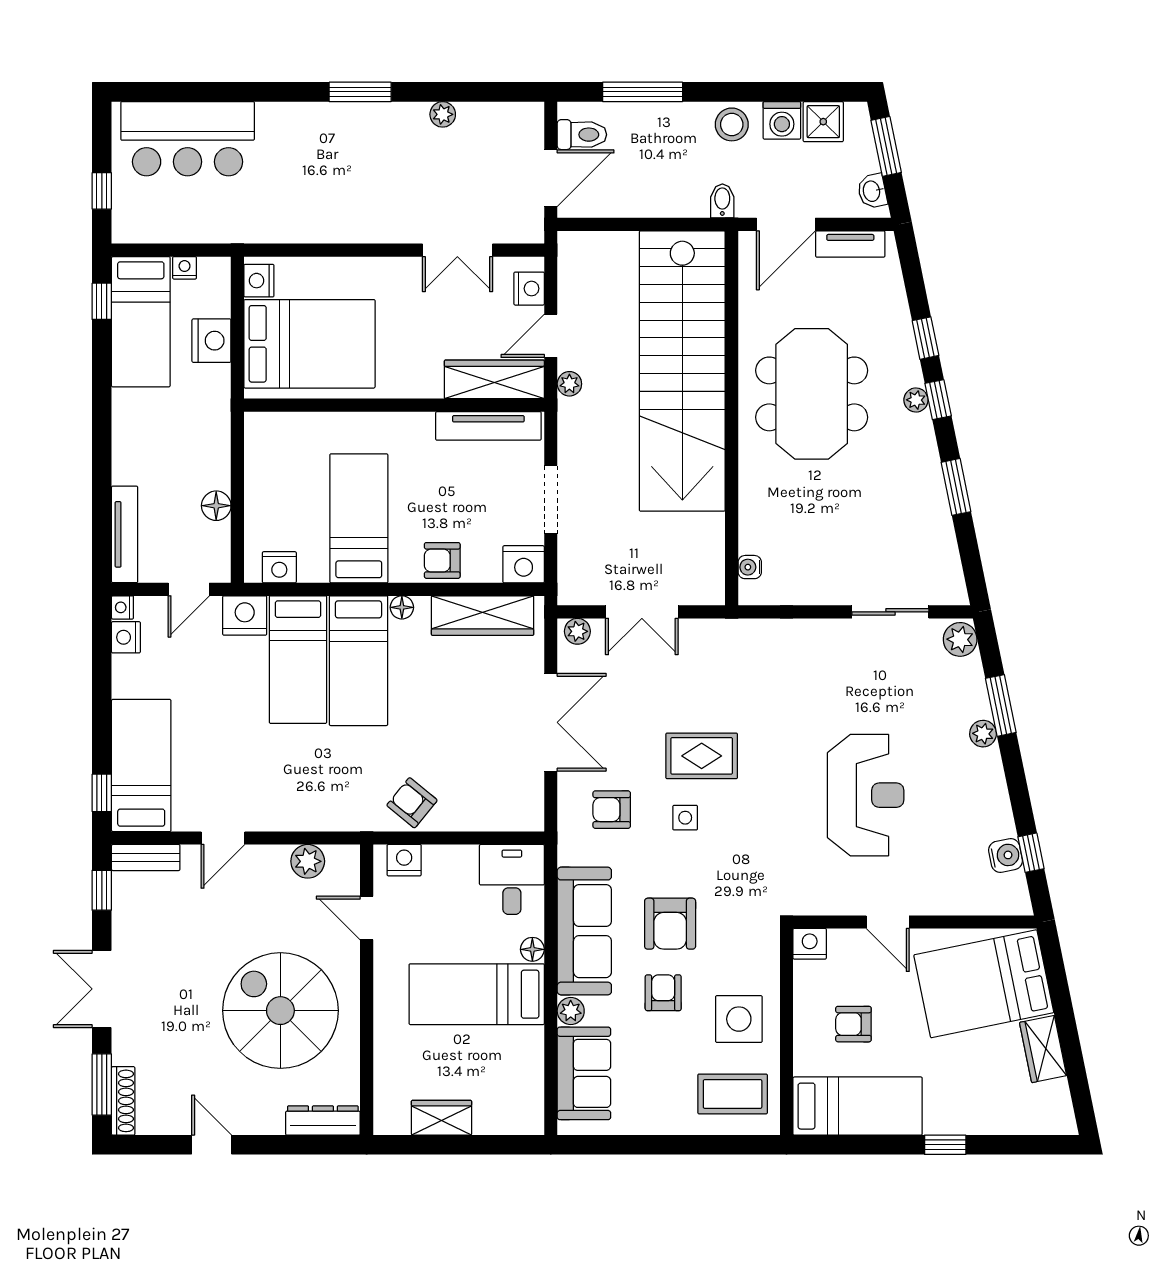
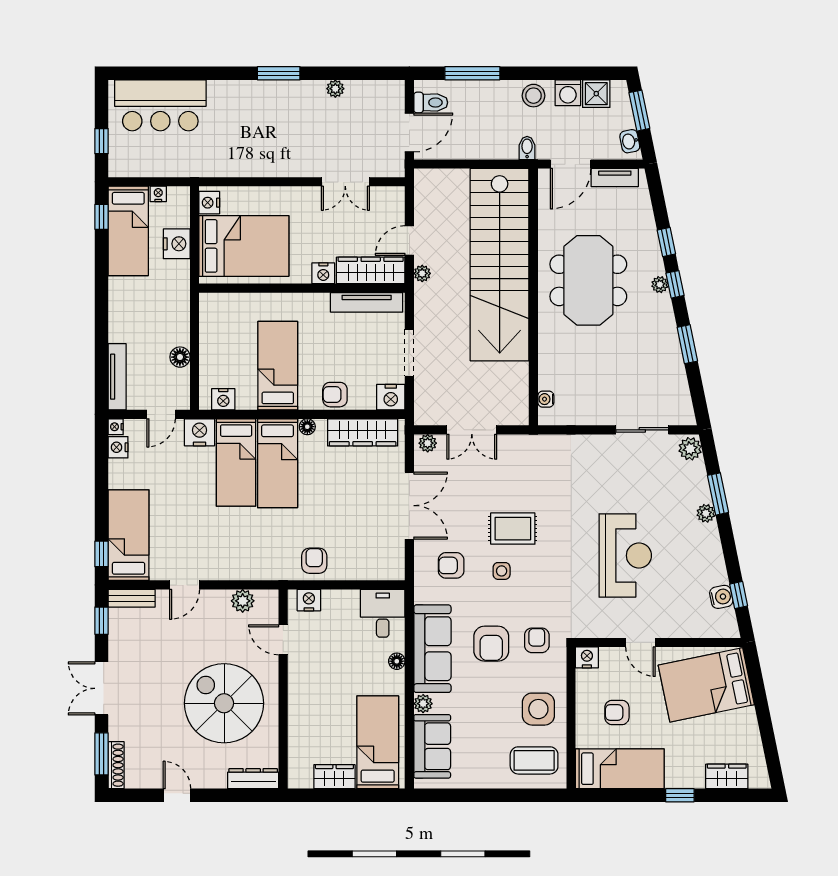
nightstand: (529, 289) -> (323, 273), moved, turned 90
armchair: (412, 803) -> (314, 561), turned 51
armchair: (663, 993) -> (537, 640), moved
bed: (477, 994) -> (378, 742), moved, turned 90
wardrobe: (1043, 1049) -> (727, 776), moved, turned 102

